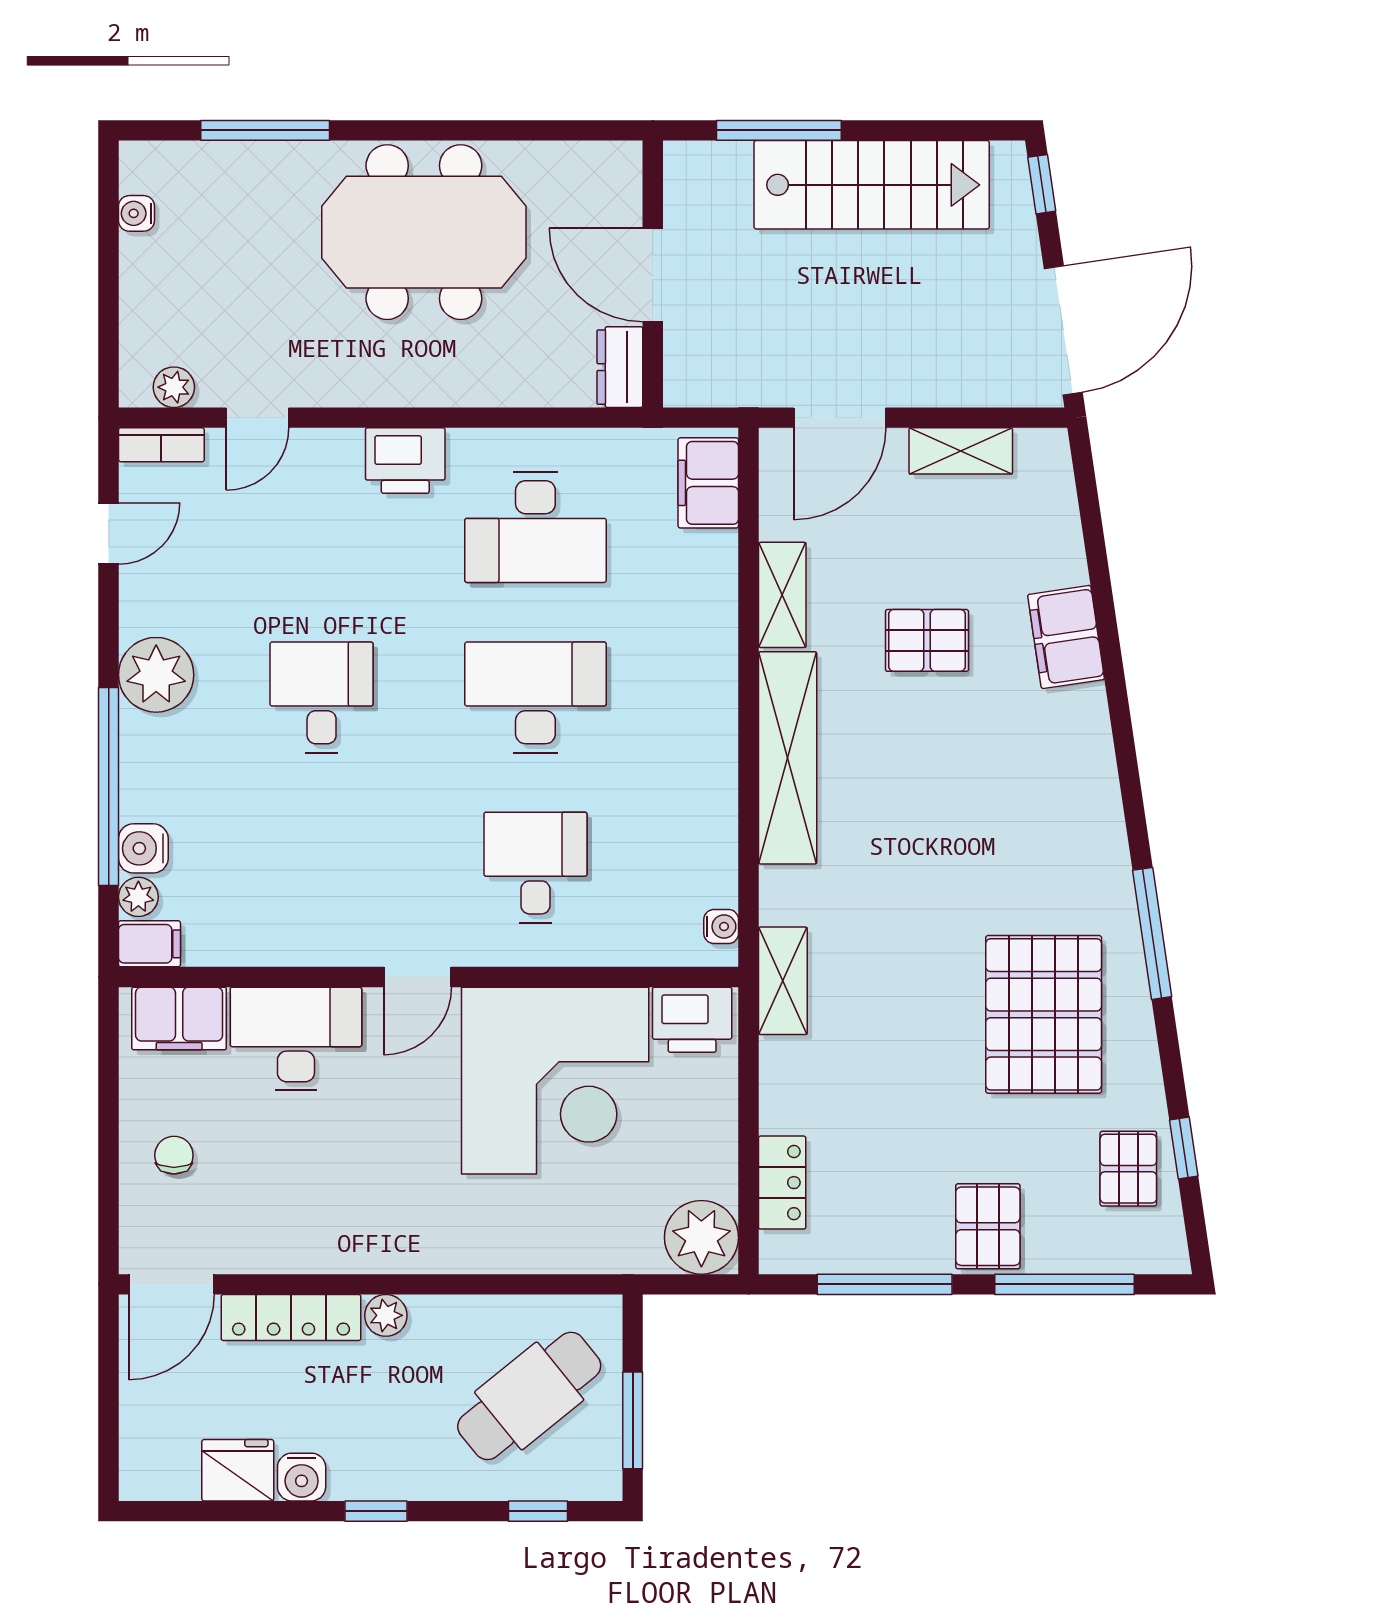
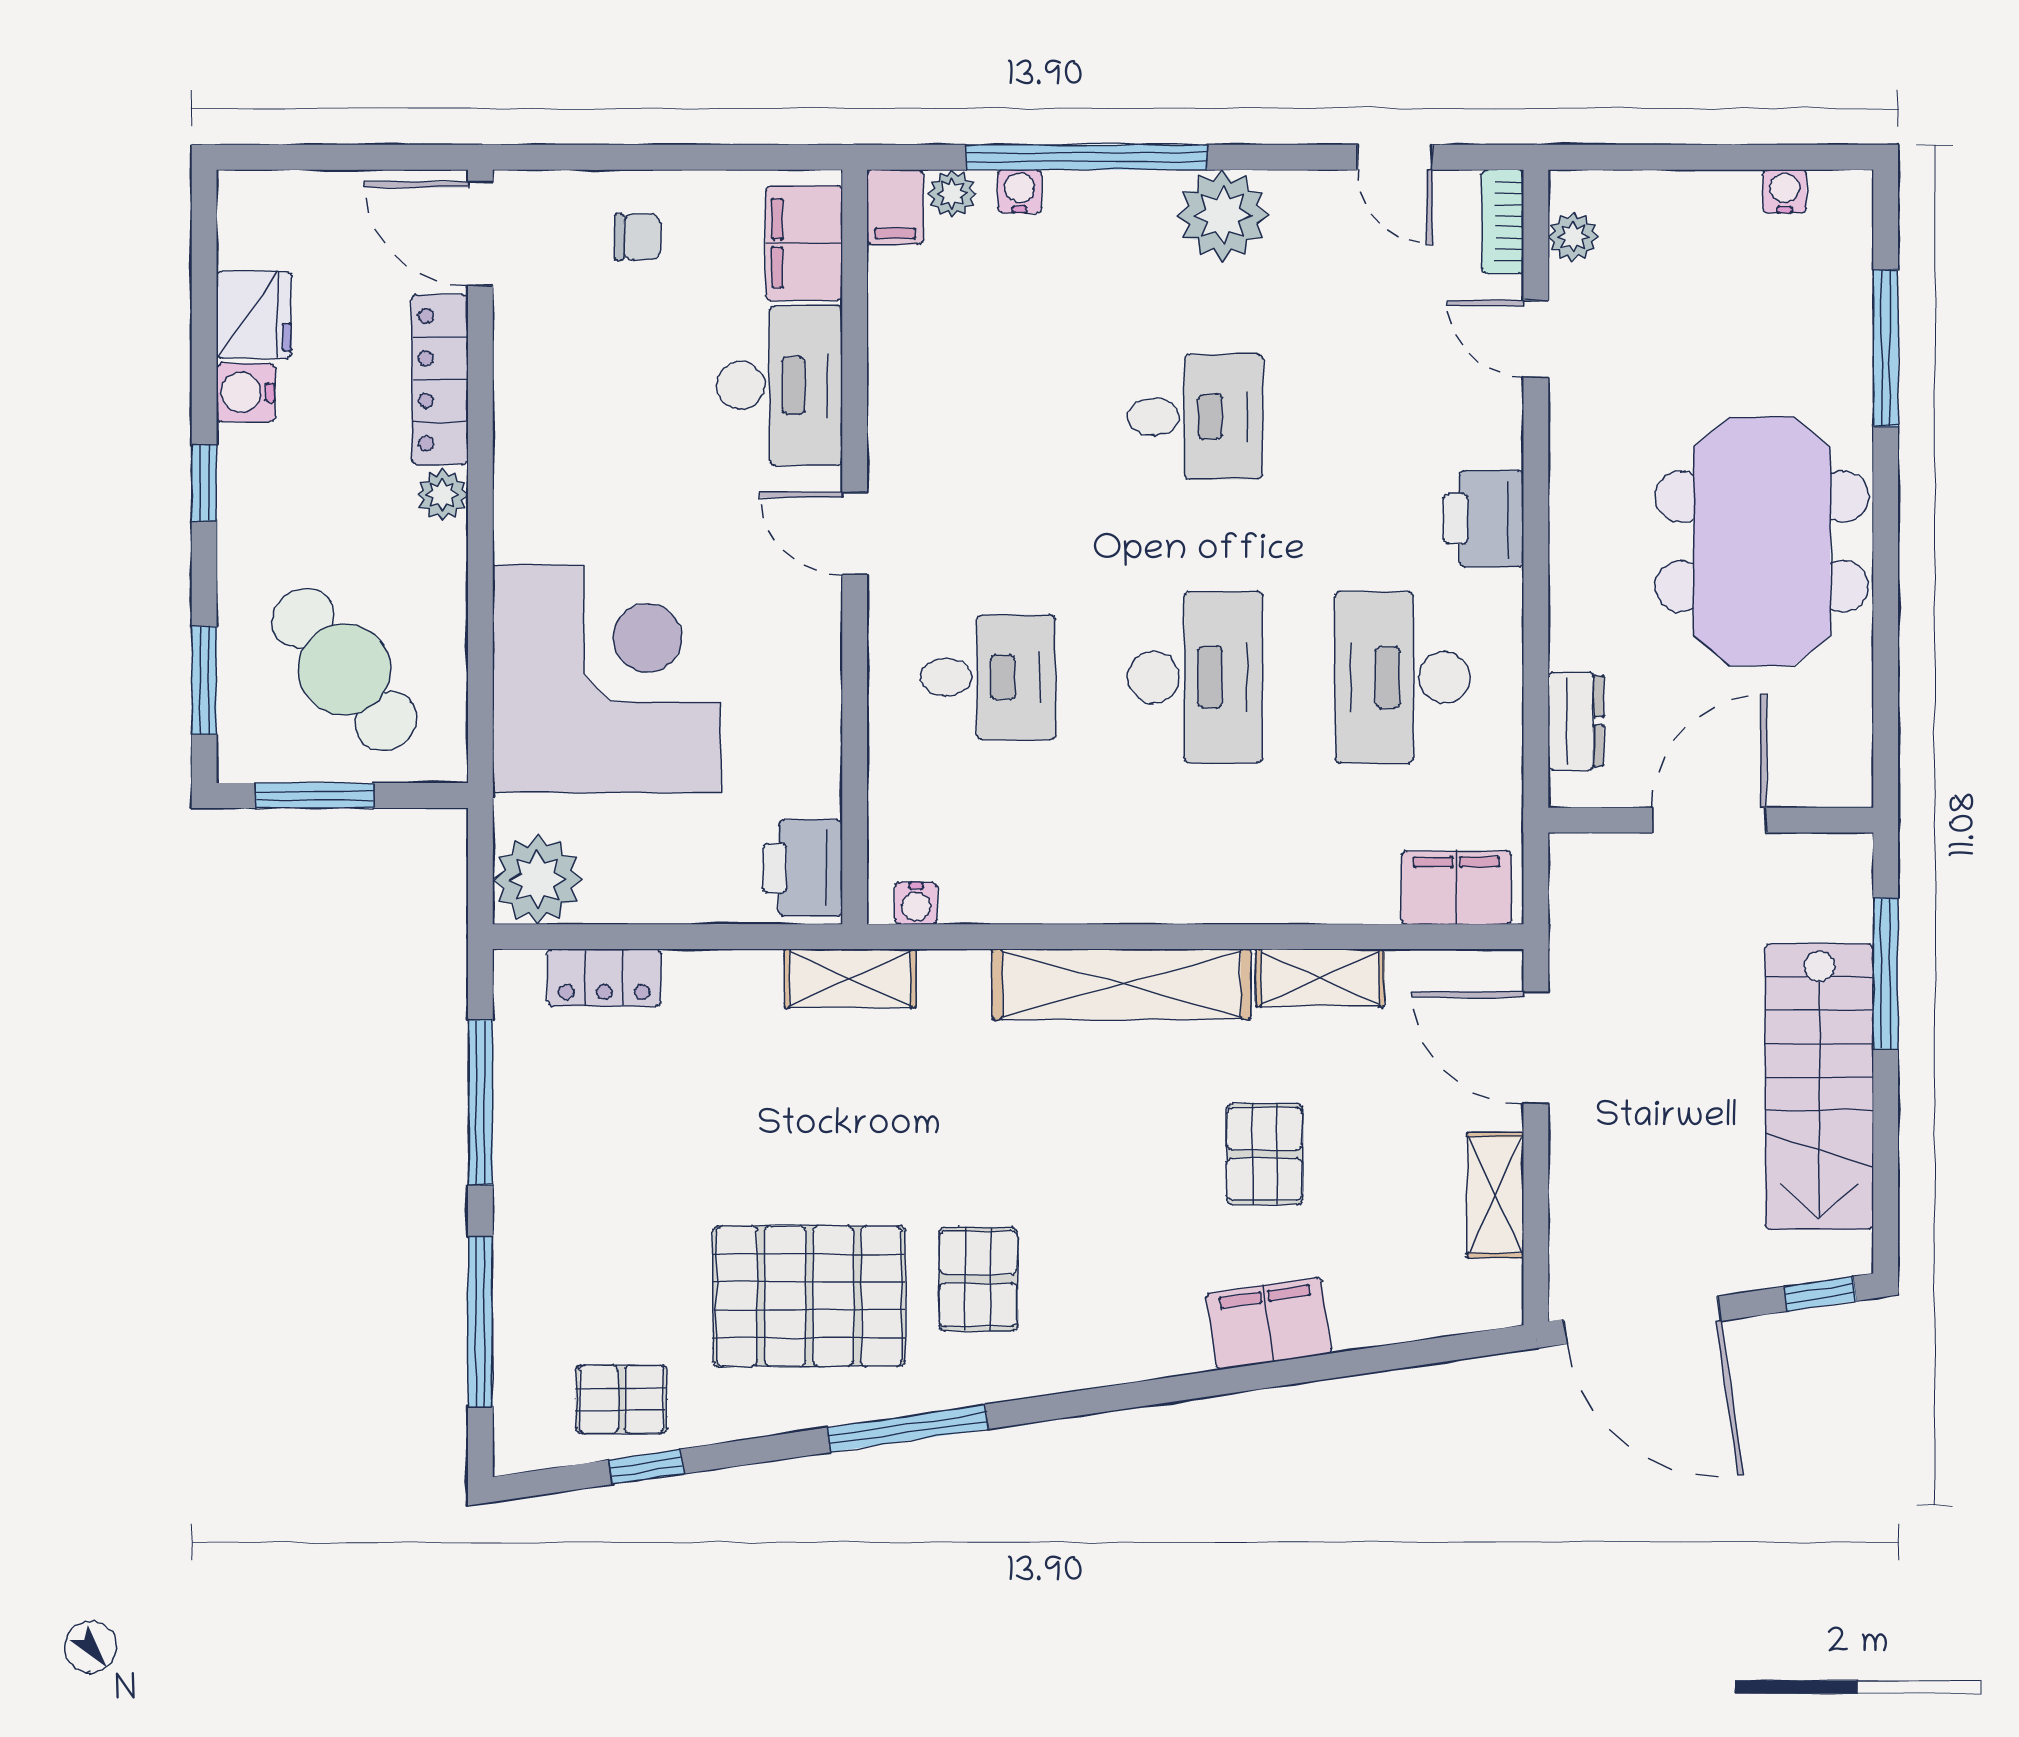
dresser: (620, 367) -> (1576, 721), moved, turned 90
water cooler: (143, 848) -> (1020, 191), width x0.72, depth x0.72
corner desk: (555, 1081) -> (606, 679), moved, turned 180
pallet: (988, 1226) -> (978, 1279), moved, turned 90
window: (538, 1511) -> (204, 680), width x1.50

